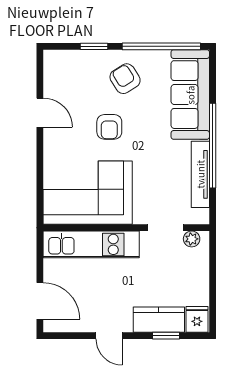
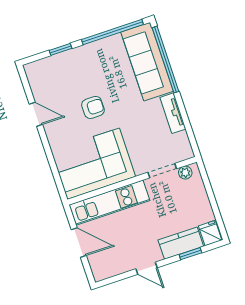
armchair: (125, 79) -> (93, 66), removed
armchair: (109, 127) -> (93, 107), turned -90
window: (213, 146) -> (165, 60), moved
tv unit: (200, 174) -> (173, 113), width x0.71
door: (40, 301) -> (79, 242), moved

